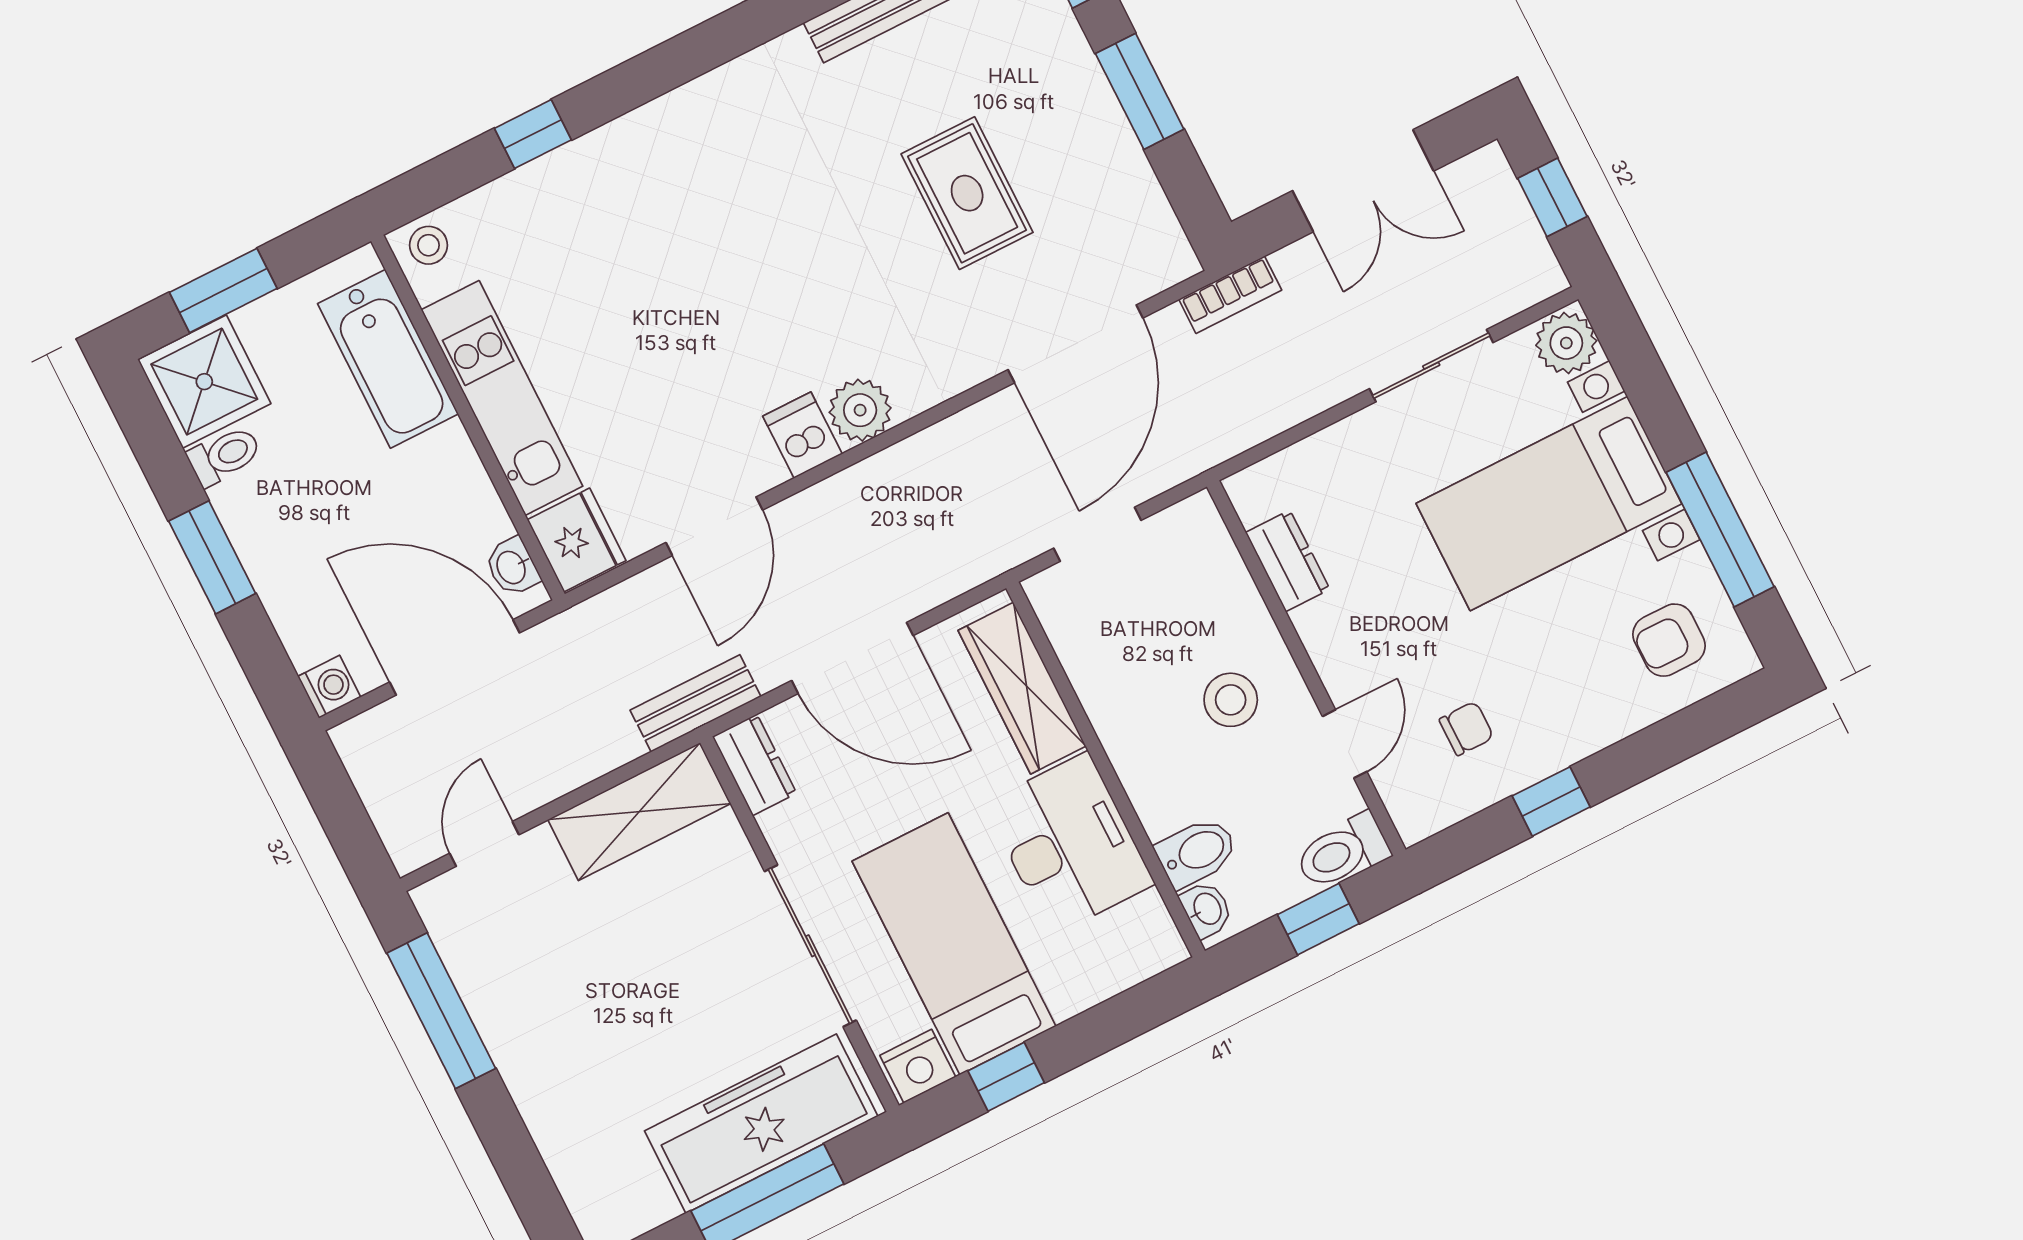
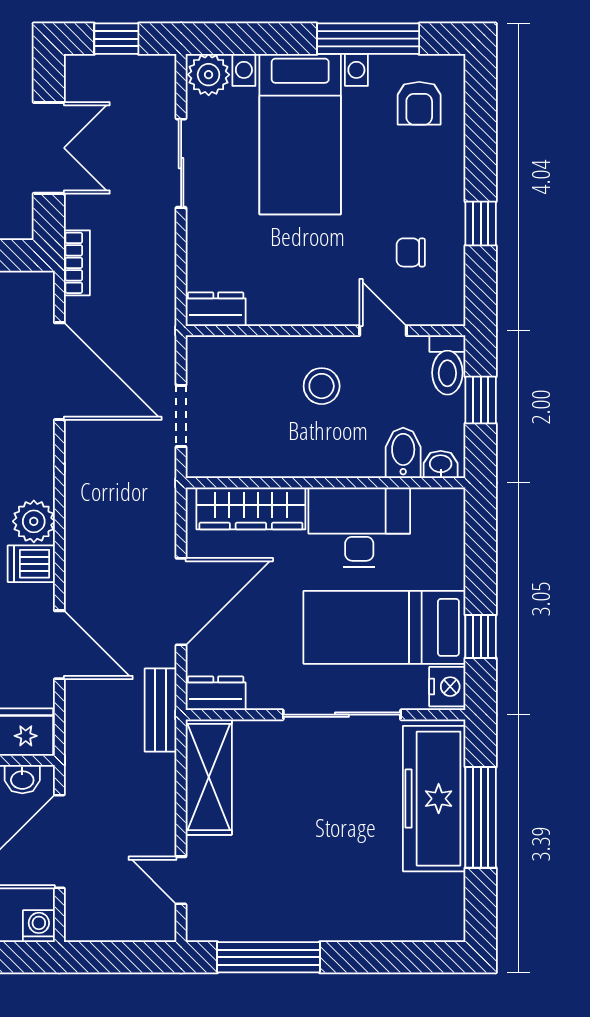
dresser: (1288, 561) -> (216, 309), moved
chair: (1466, 728) -> (411, 252), turned -90

